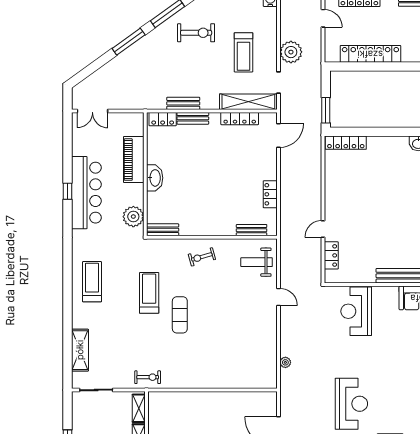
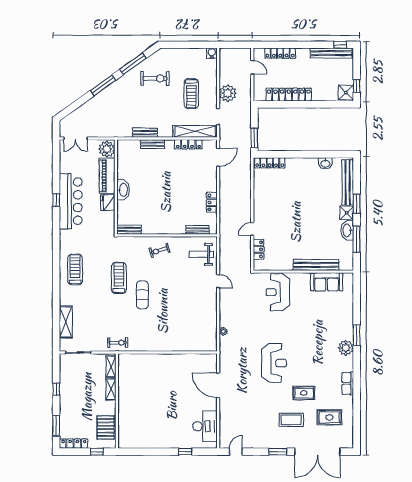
locker: (163, 119) -> (129, 145), removed
fridge: (135, 194) -> (108, 202), added
plant: (133, 217) -> (107, 149), moved

